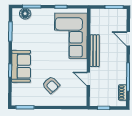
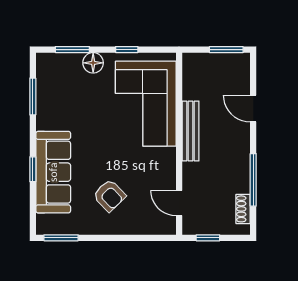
floor lamp: (25, 14) -> (93, 63), moved
sofa: (21, 66) -> (53, 172), width x1.36
door: (88, 79) -> (179, 203), moved

